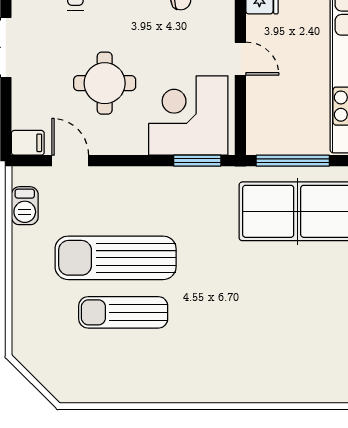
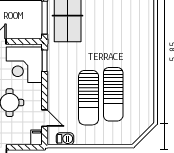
door: (70, 161) -> (45, 118), swing flipped
sun lounger: (123, 312) -> (113, 94), width x1.36, depth x1.34

